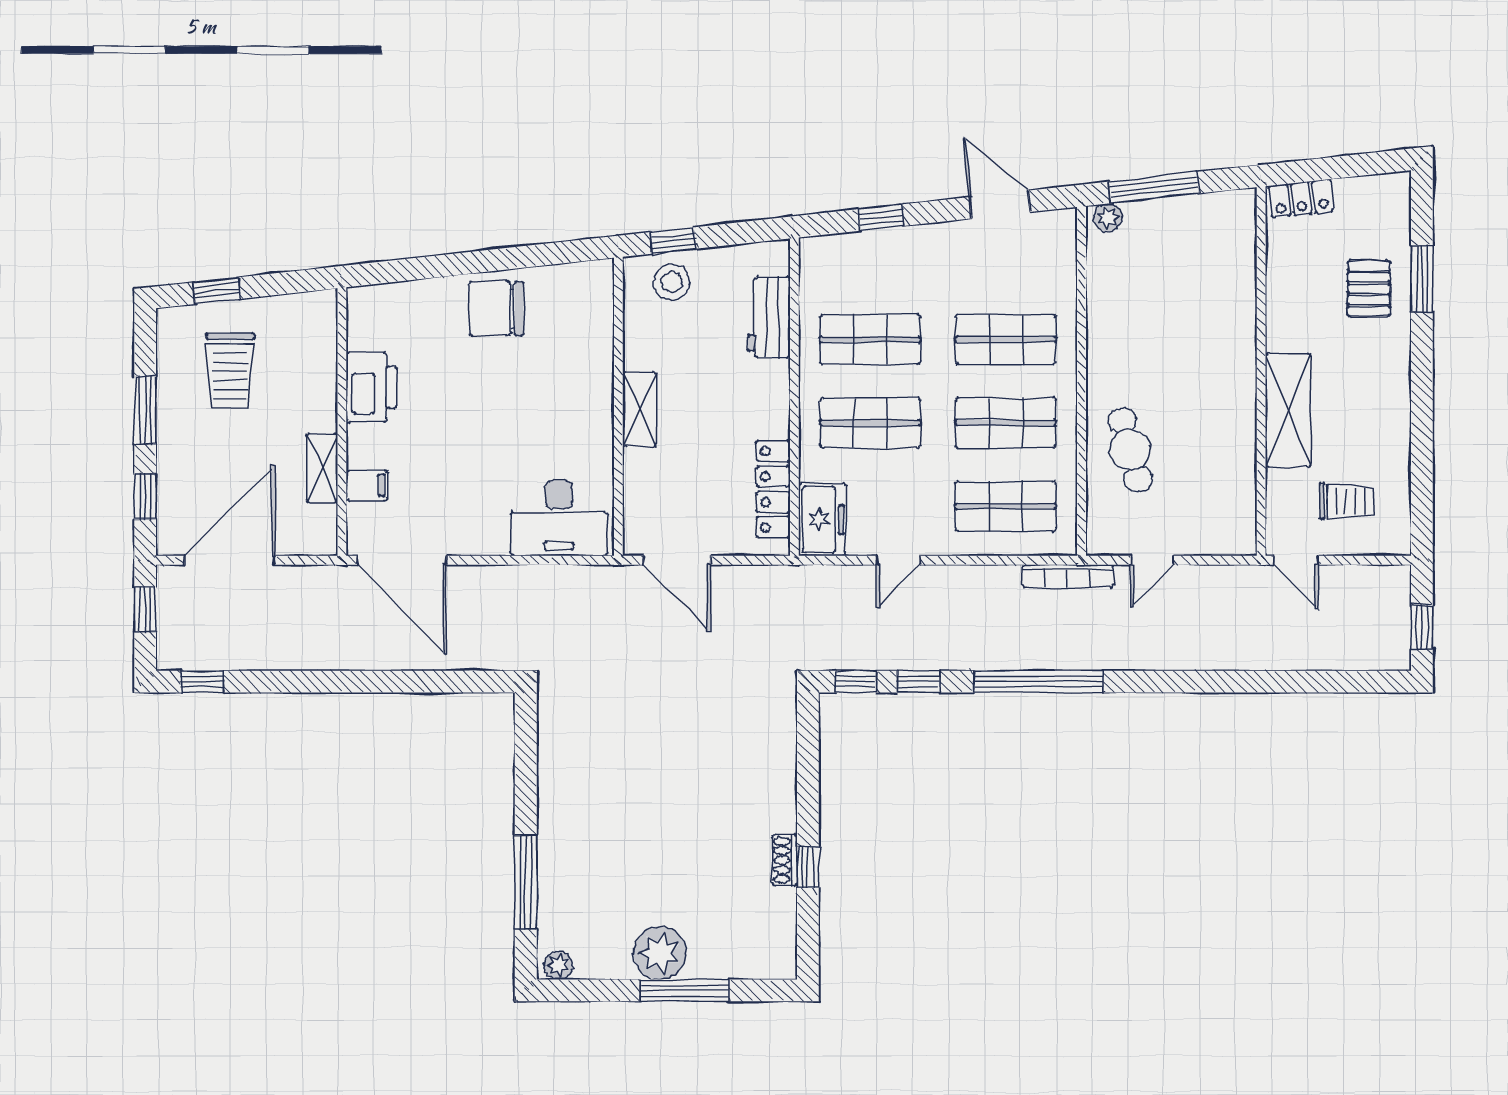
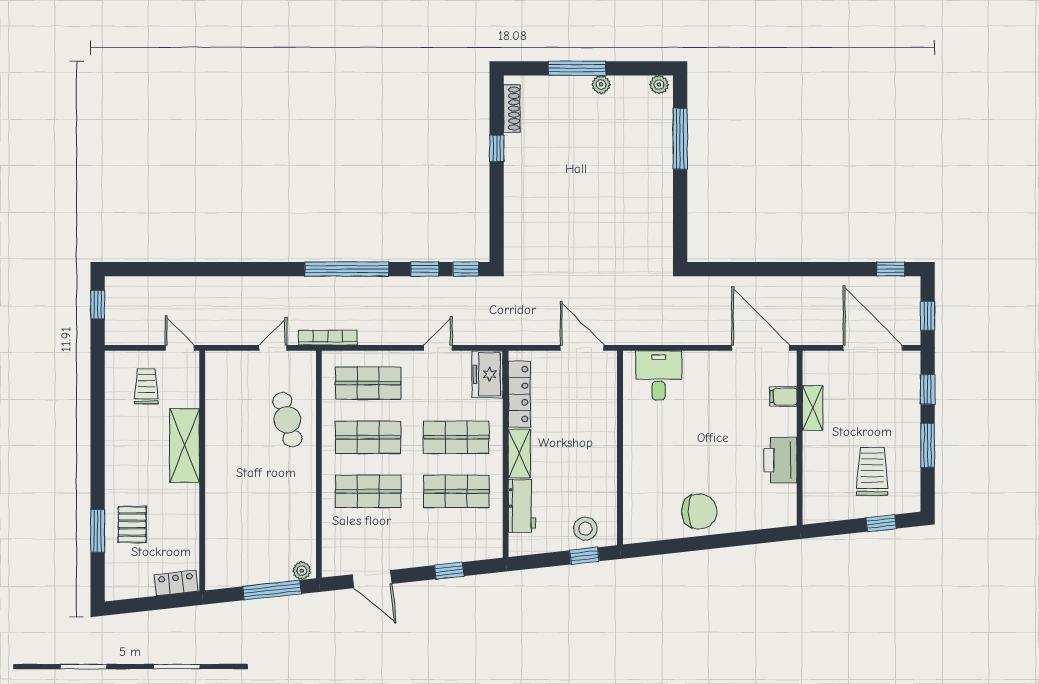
shelving: (640, 410) -> (519, 453), moved
trolley: (1347, 501) -> (146, 386), turned 90
desk: (559, 518) -> (659, 375), width x0.73
door: (230, 560) -> (873, 348), swing flipped
shoe rack: (785, 860) -> (512, 108), moved, width x1.43
plant: (660, 953) -> (601, 85), width x0.53, depth x0.53

